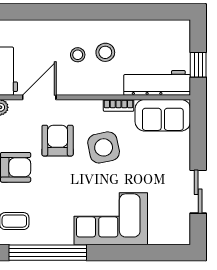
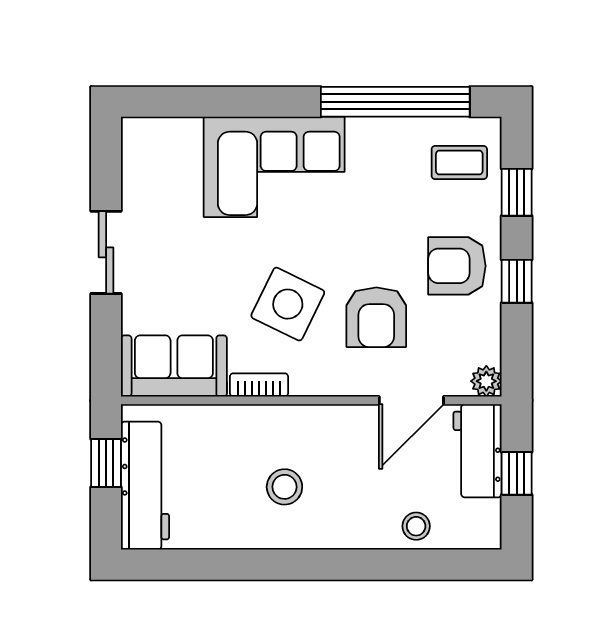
stool: (78, 55) -> (416, 526), moved
workbench: (157, 83) -> (145, 486), moved, turned -90
side table: (104, 147) -> (288, 304), turned 38
sliding door: (198, 192) -> (106, 252), moved

